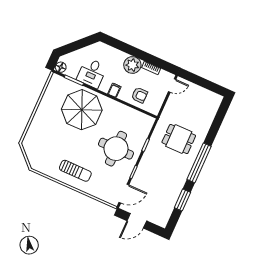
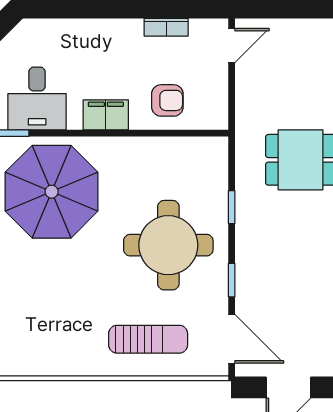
plant: (132, 65) -> (121, 39), removed
filing cabinet: (114, 90) -> (106, 115), width x2.00
sun lounger: (75, 171) -> (148, 339), moved
door: (124, 194) -> (232, 339), hinge flipped

